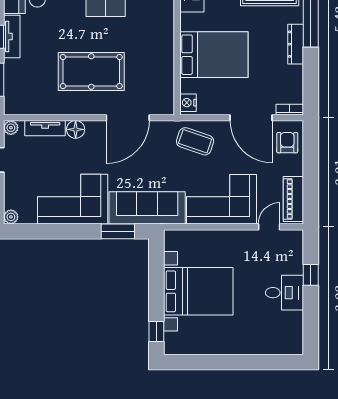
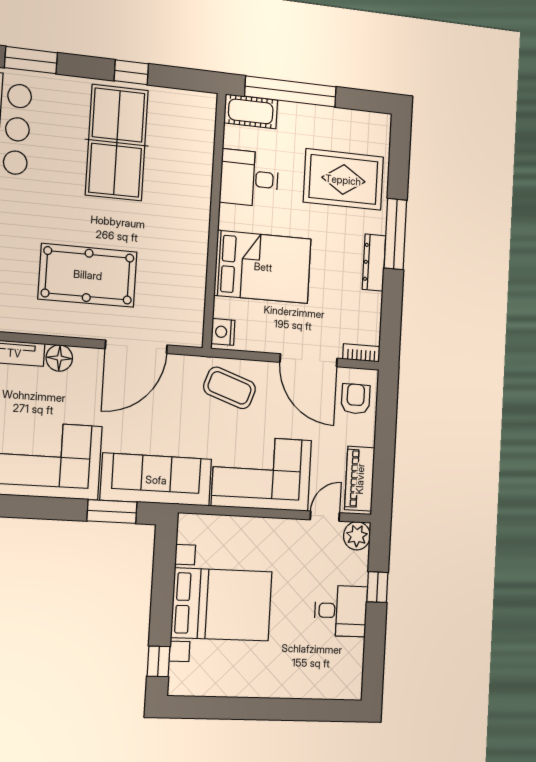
plant: (294, 239) -> (357, 536), added

